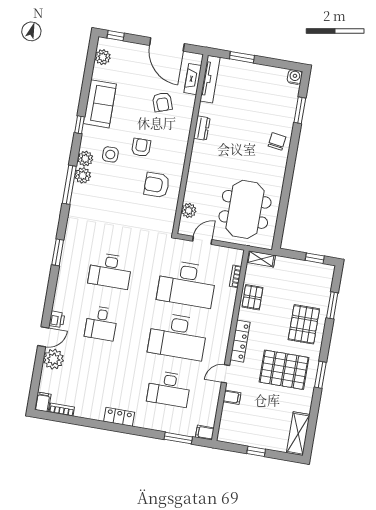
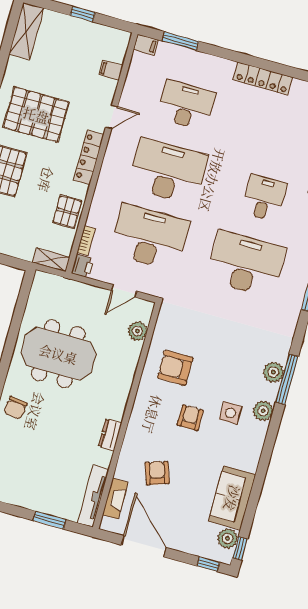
sofa: (100, 104) -> (232, 498), moved
window: (80, 125) -> (240, 548), moved
armchair: (141, 147) -> (190, 418), turned 180
plant: (83, 175) -> (273, 372), moved
armchair: (157, 185) -> (175, 368), turned 180
meeting table: (245, 209) -> (58, 354), moved, turned 90
printer: (236, 256) -> (83, 266), added
desk: (110, 271) -> (246, 264), width x1.36, depth x1.30
filing cabinet: (232, 397) -> (111, 70), moved
locker: (119, 417) -> (263, 79), width x1.53

